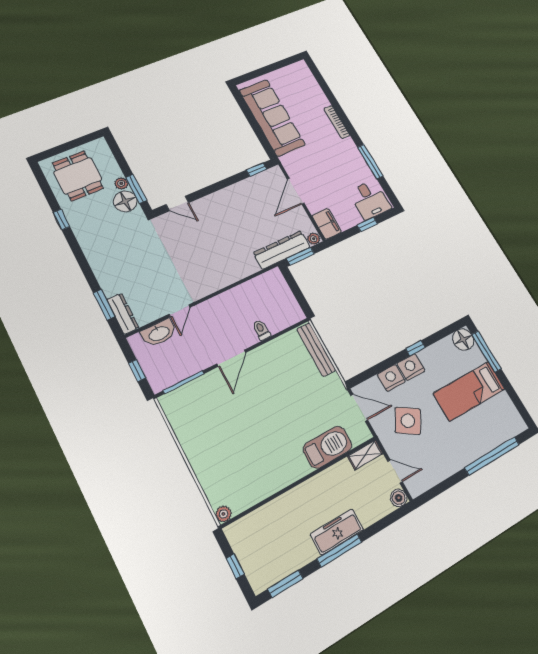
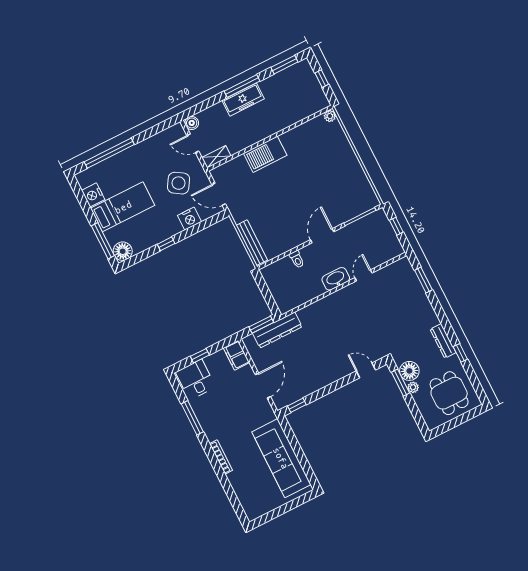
plant: (314, 239) -> (249, 341), removed
dresser: (123, 314) -> (443, 341), moved
washbasin: (159, 333) -> (336, 279), moved
nightstand: (411, 367) -> (93, 195), moved, turned 90
barbecue: (327, 447) -> (265, 154), moved

